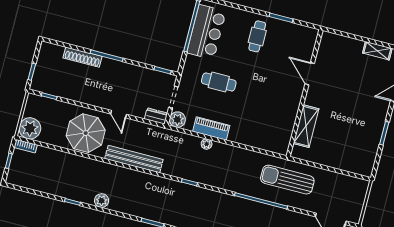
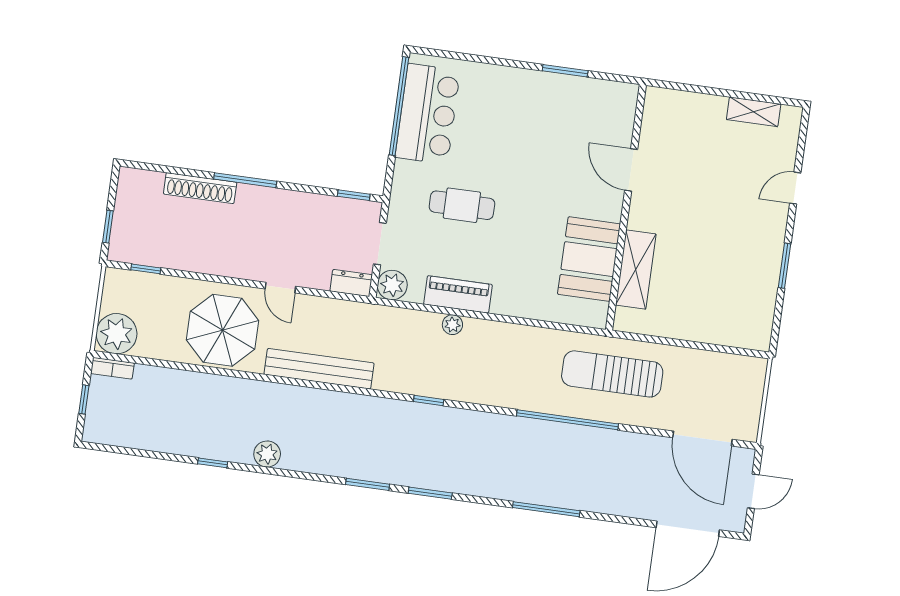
cafe table: (257, 36) -> (524, 111), removed
booth: (282, 118) -> (589, 259), added

